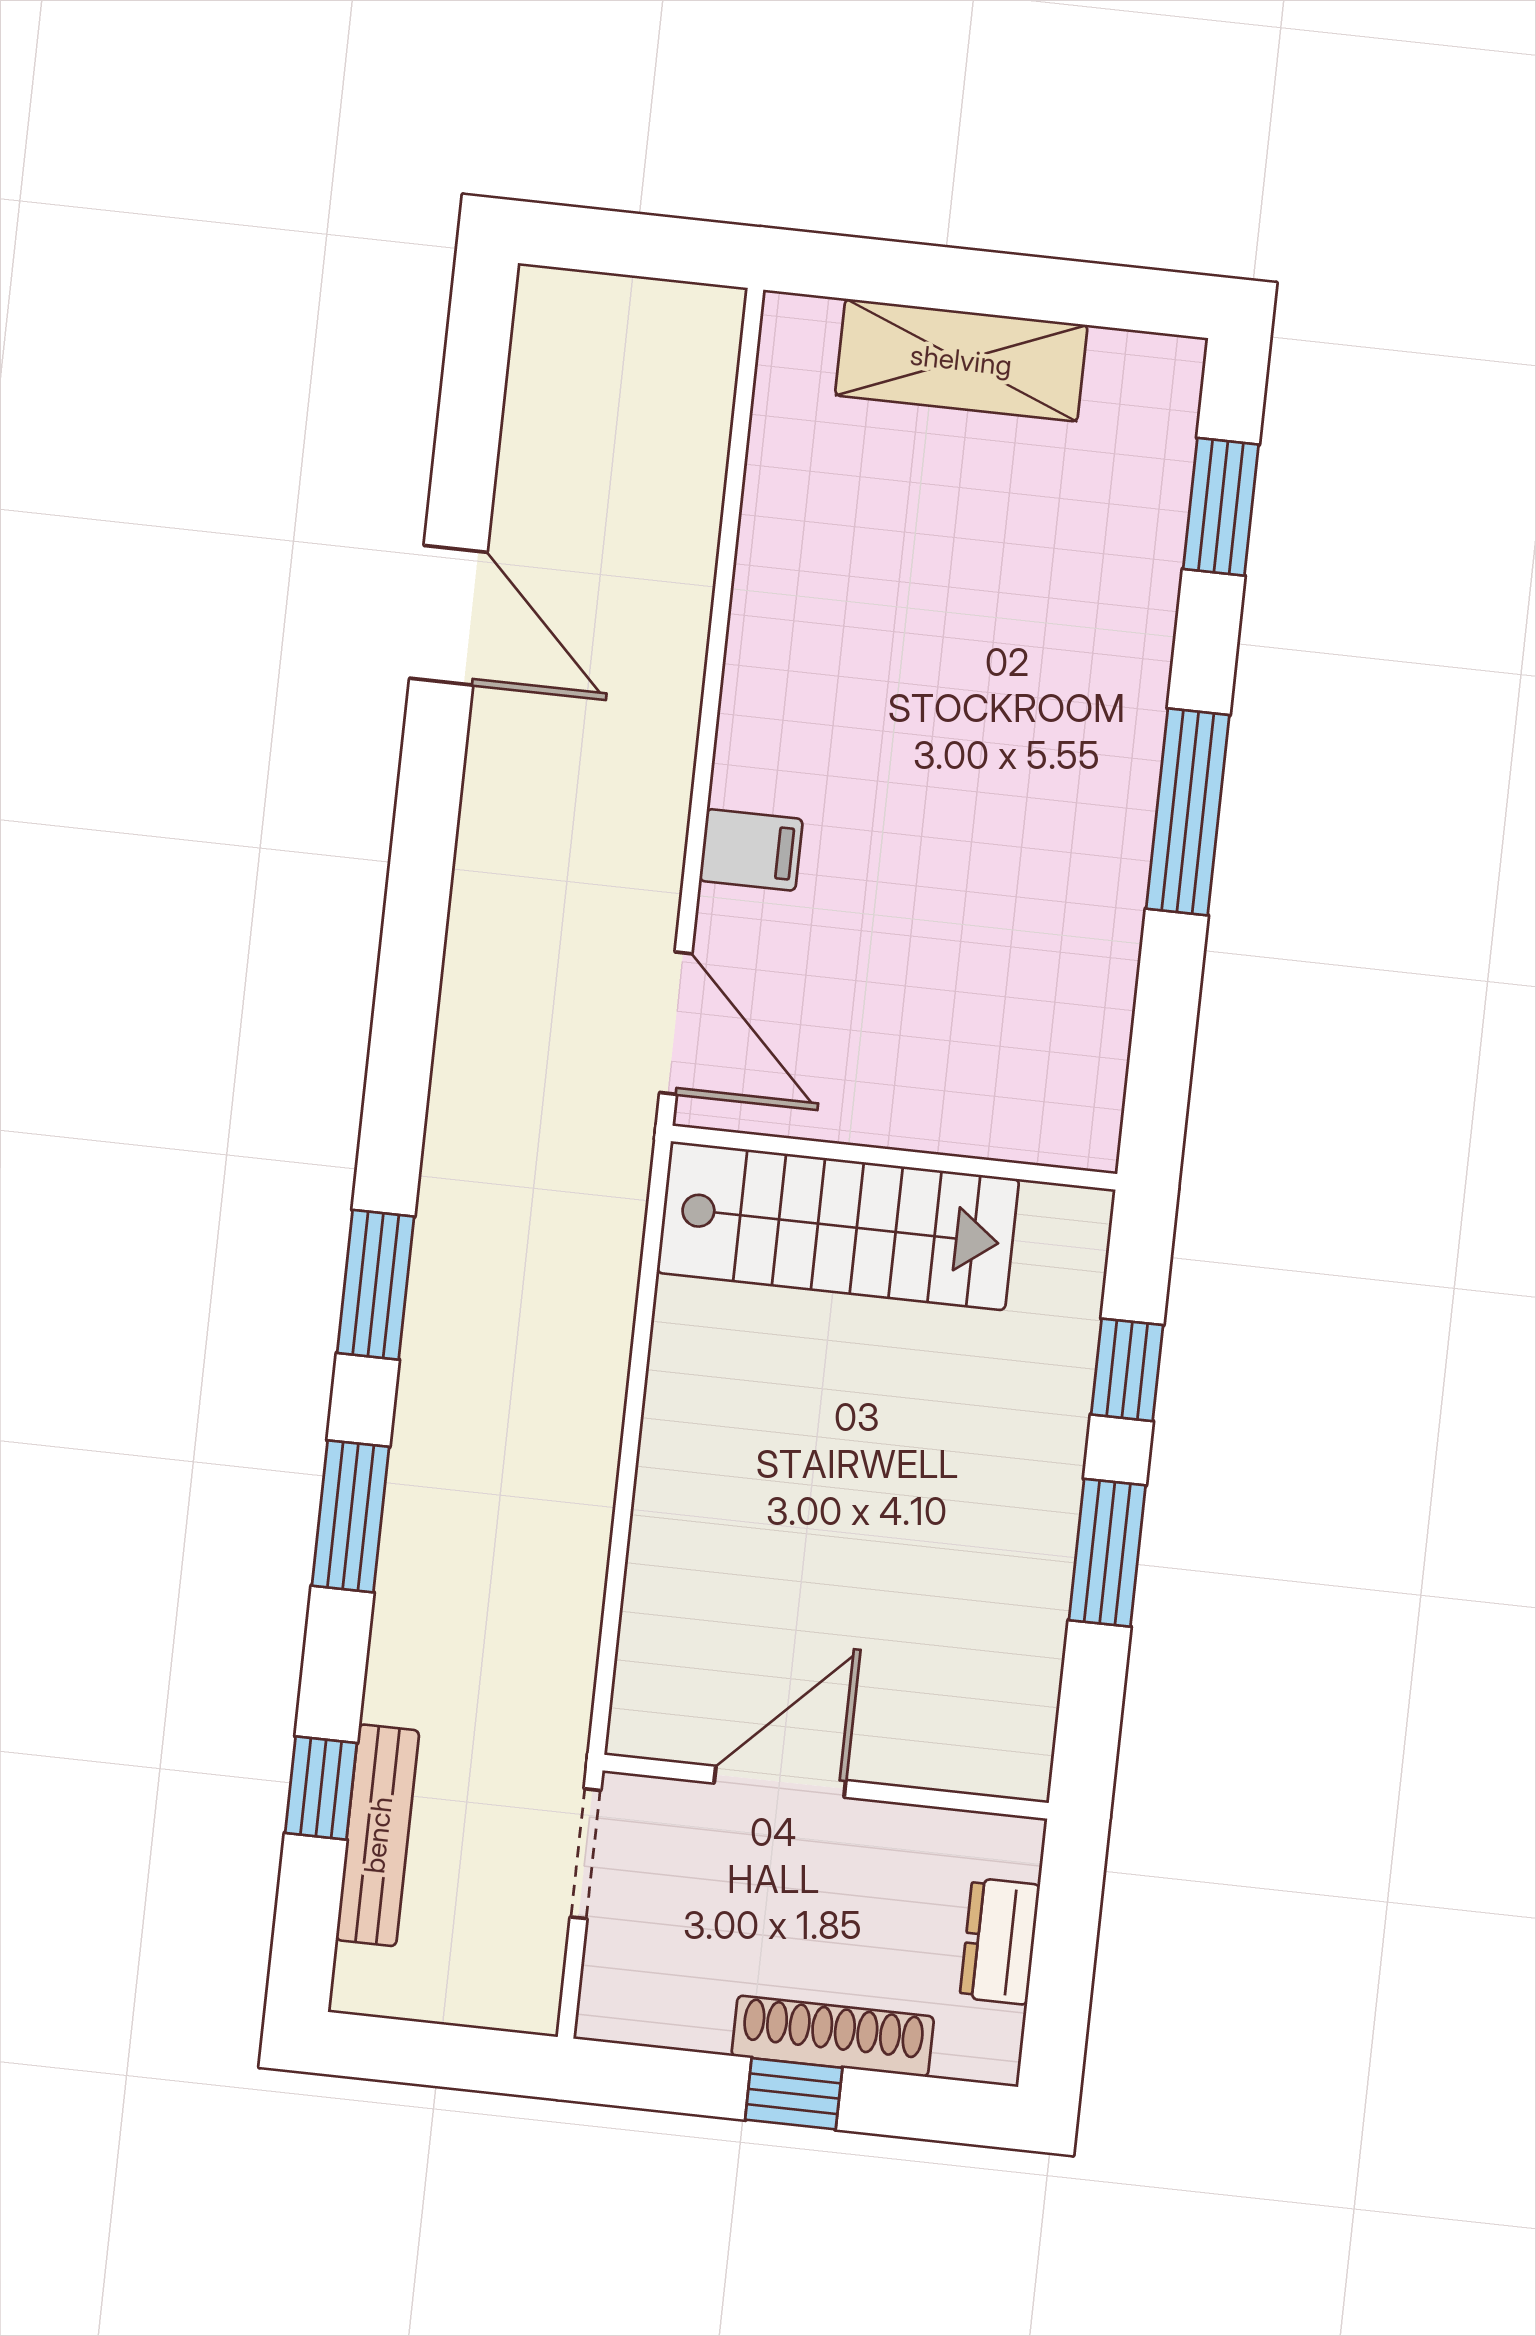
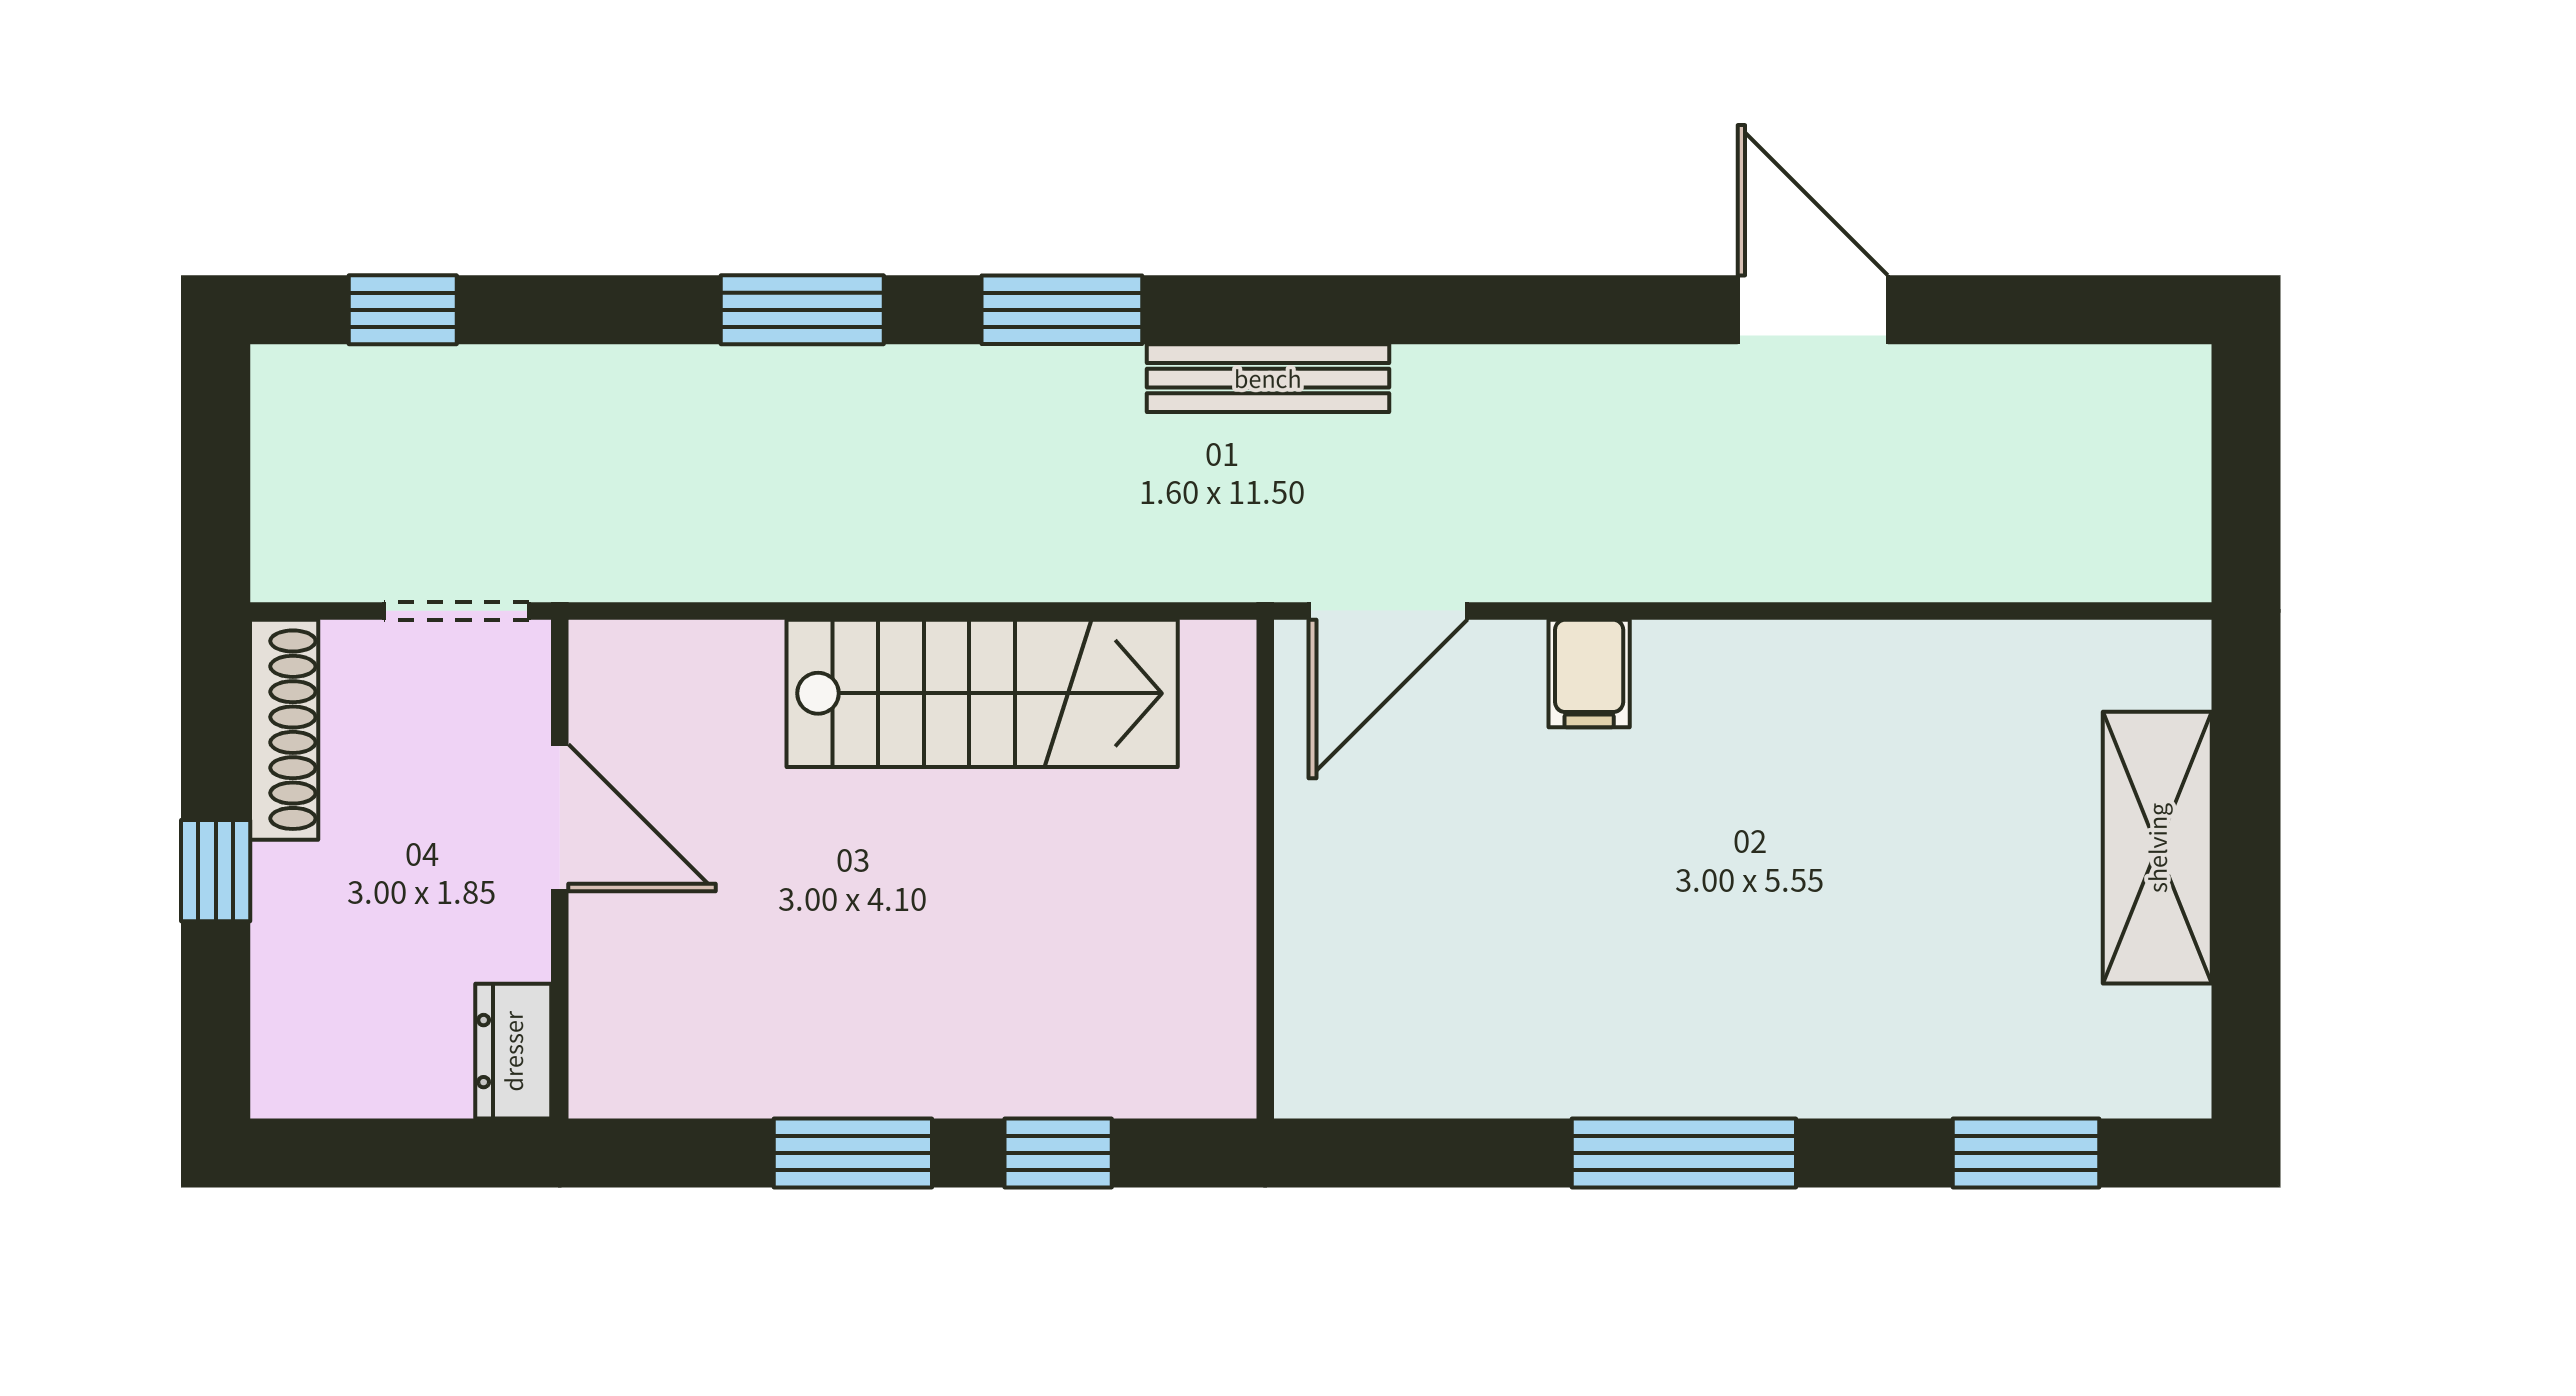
door: (448, 615) -> (1813, 310), swing flipped
stairs: (838, 1226) -> (982, 693), moved, turned -90
window: (321, 1788) -> (403, 310), moved
bench: (378, 1835) -> (1268, 378), moved
dresser: (1000, 1941) -> (513, 1051), moved, turned -90
shoe rack: (833, 2036) -> (284, 730), moved

